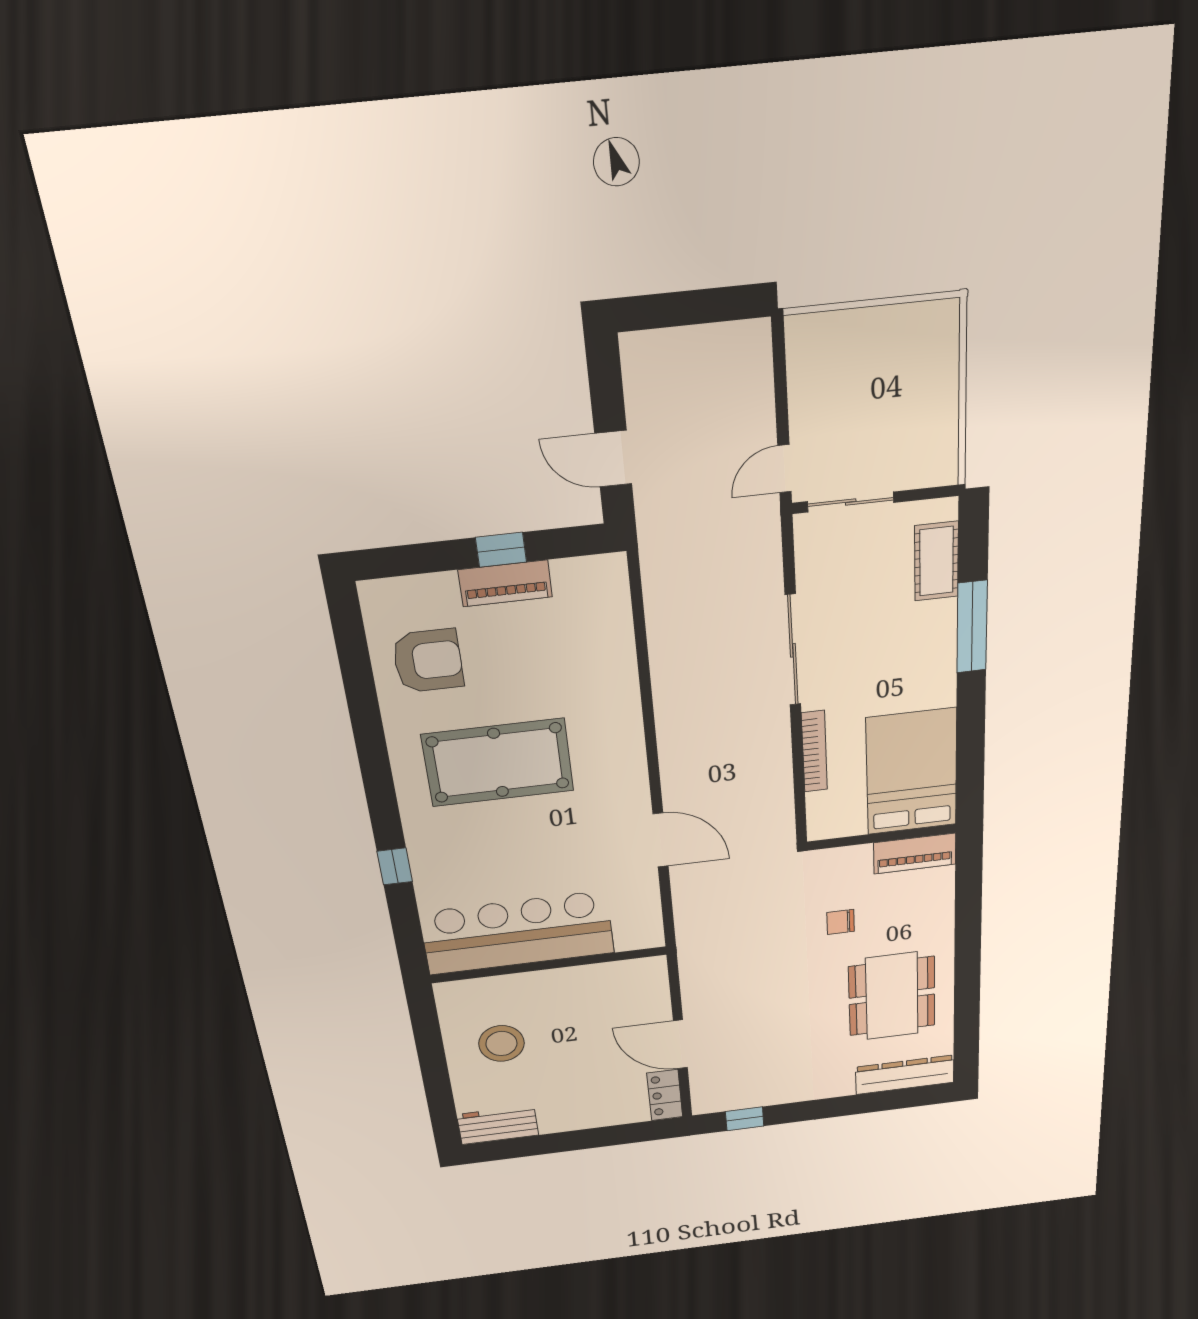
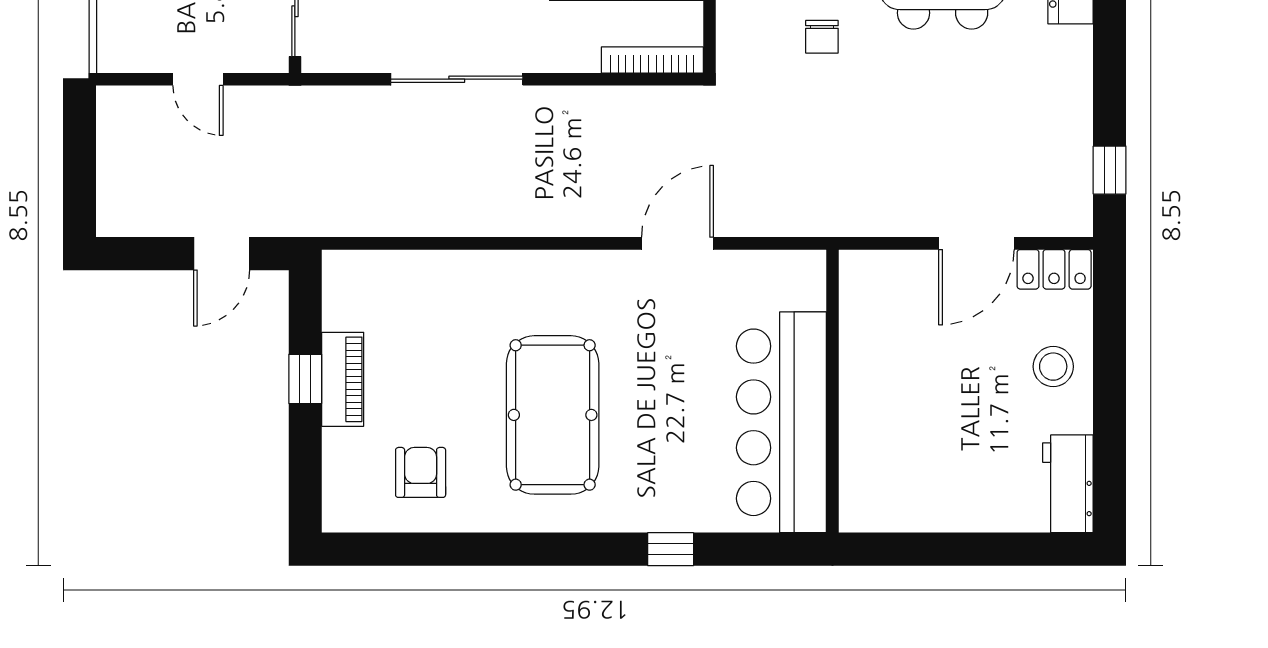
door: (784, 469) -> (198, 79), moved
armchair: (428, 661) -> (421, 472), width x0.72, depth x0.72
bookcase: (814, 751) -> (652, 60), moved
stool: (501, 1043) -> (1053, 367), moved, width x0.73, depth x0.73

